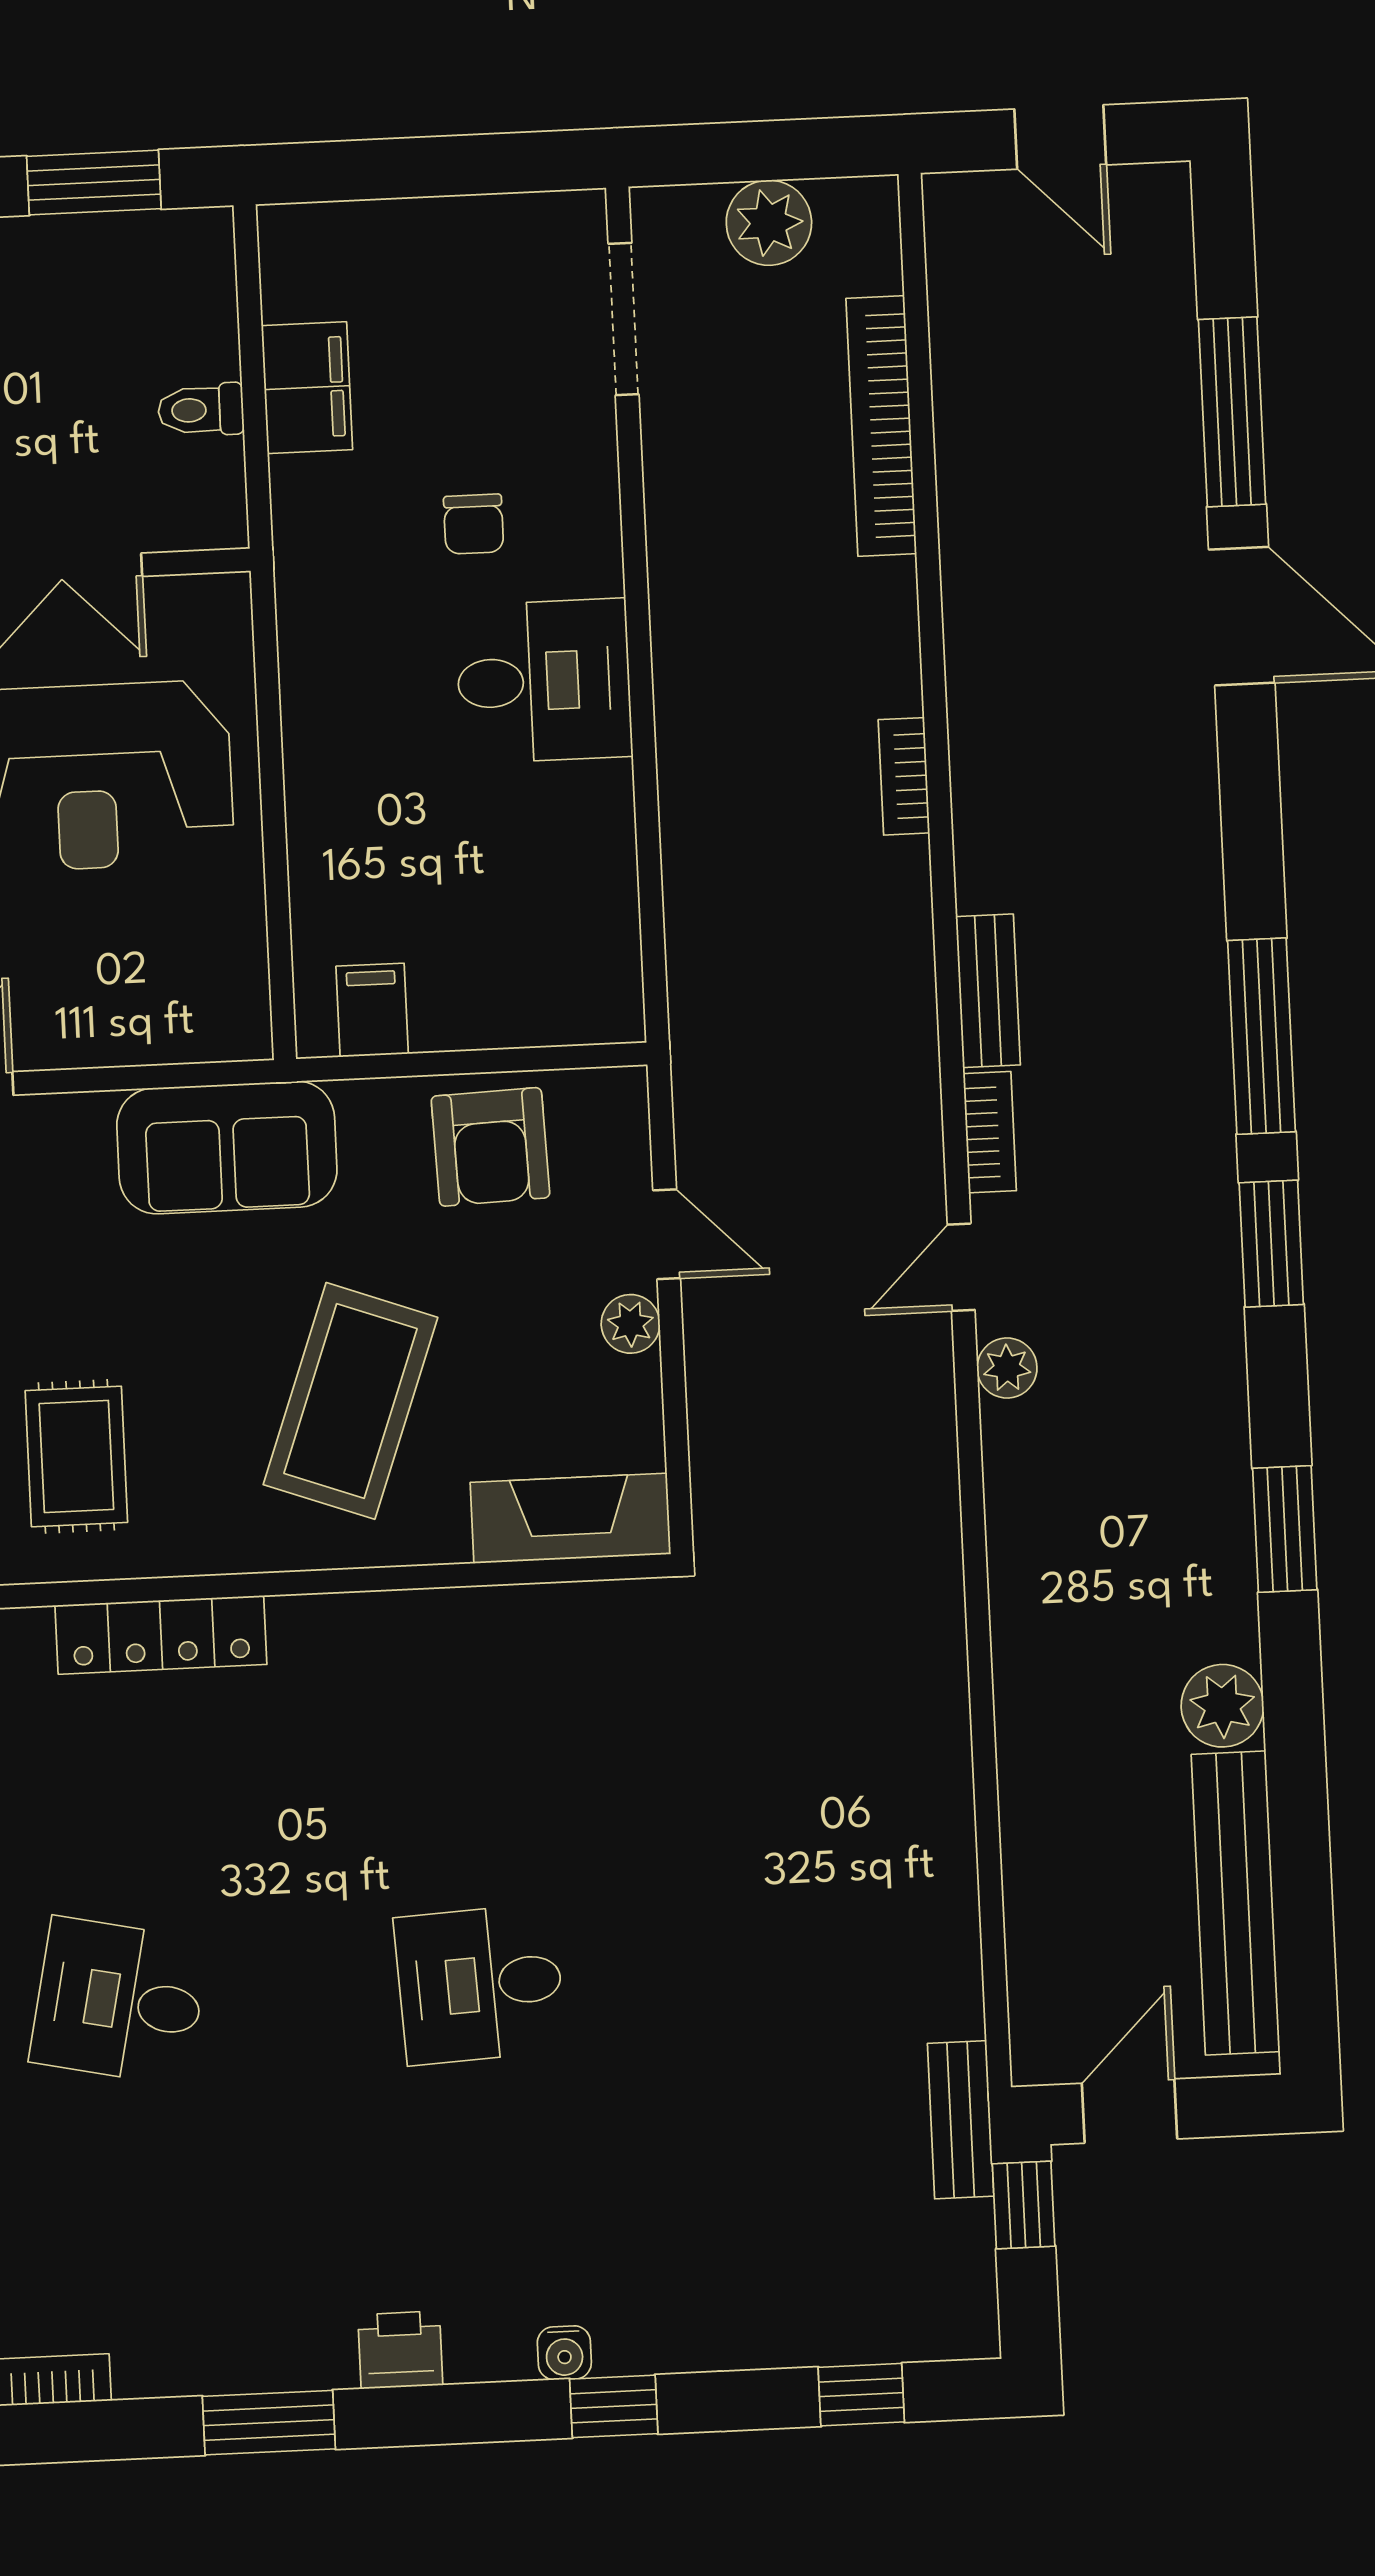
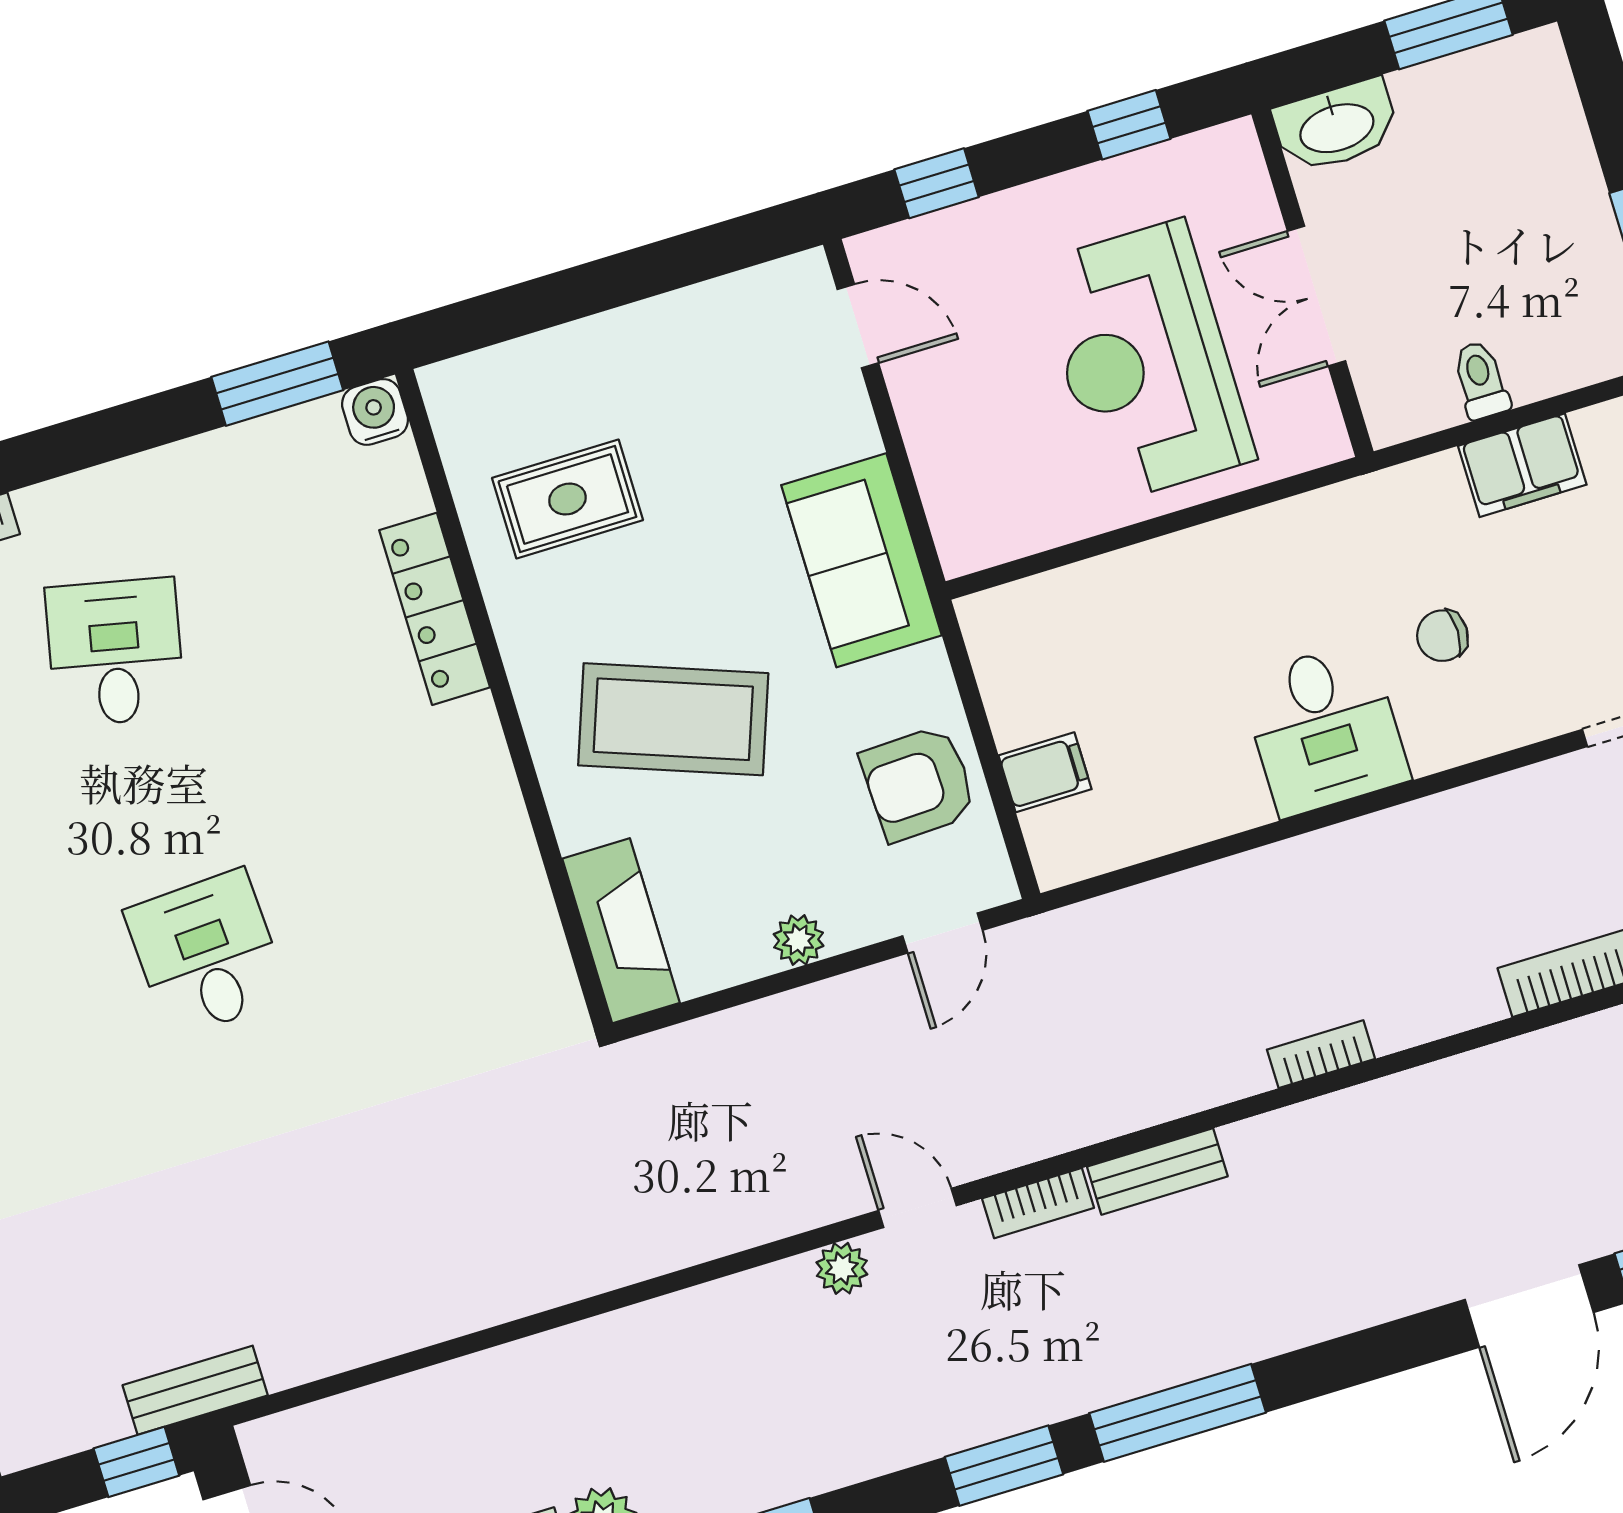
filing cabinet: (372, 1010) -> (1045, 772), moved
door: (667, 1234) -> (943, 933), moved

